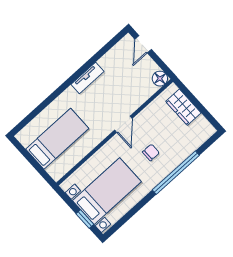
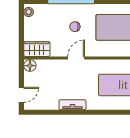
wardrobe: (183, 107) -> (37, 49), moved, turned -90
plant: (206, 127) -> (29, 12), added

